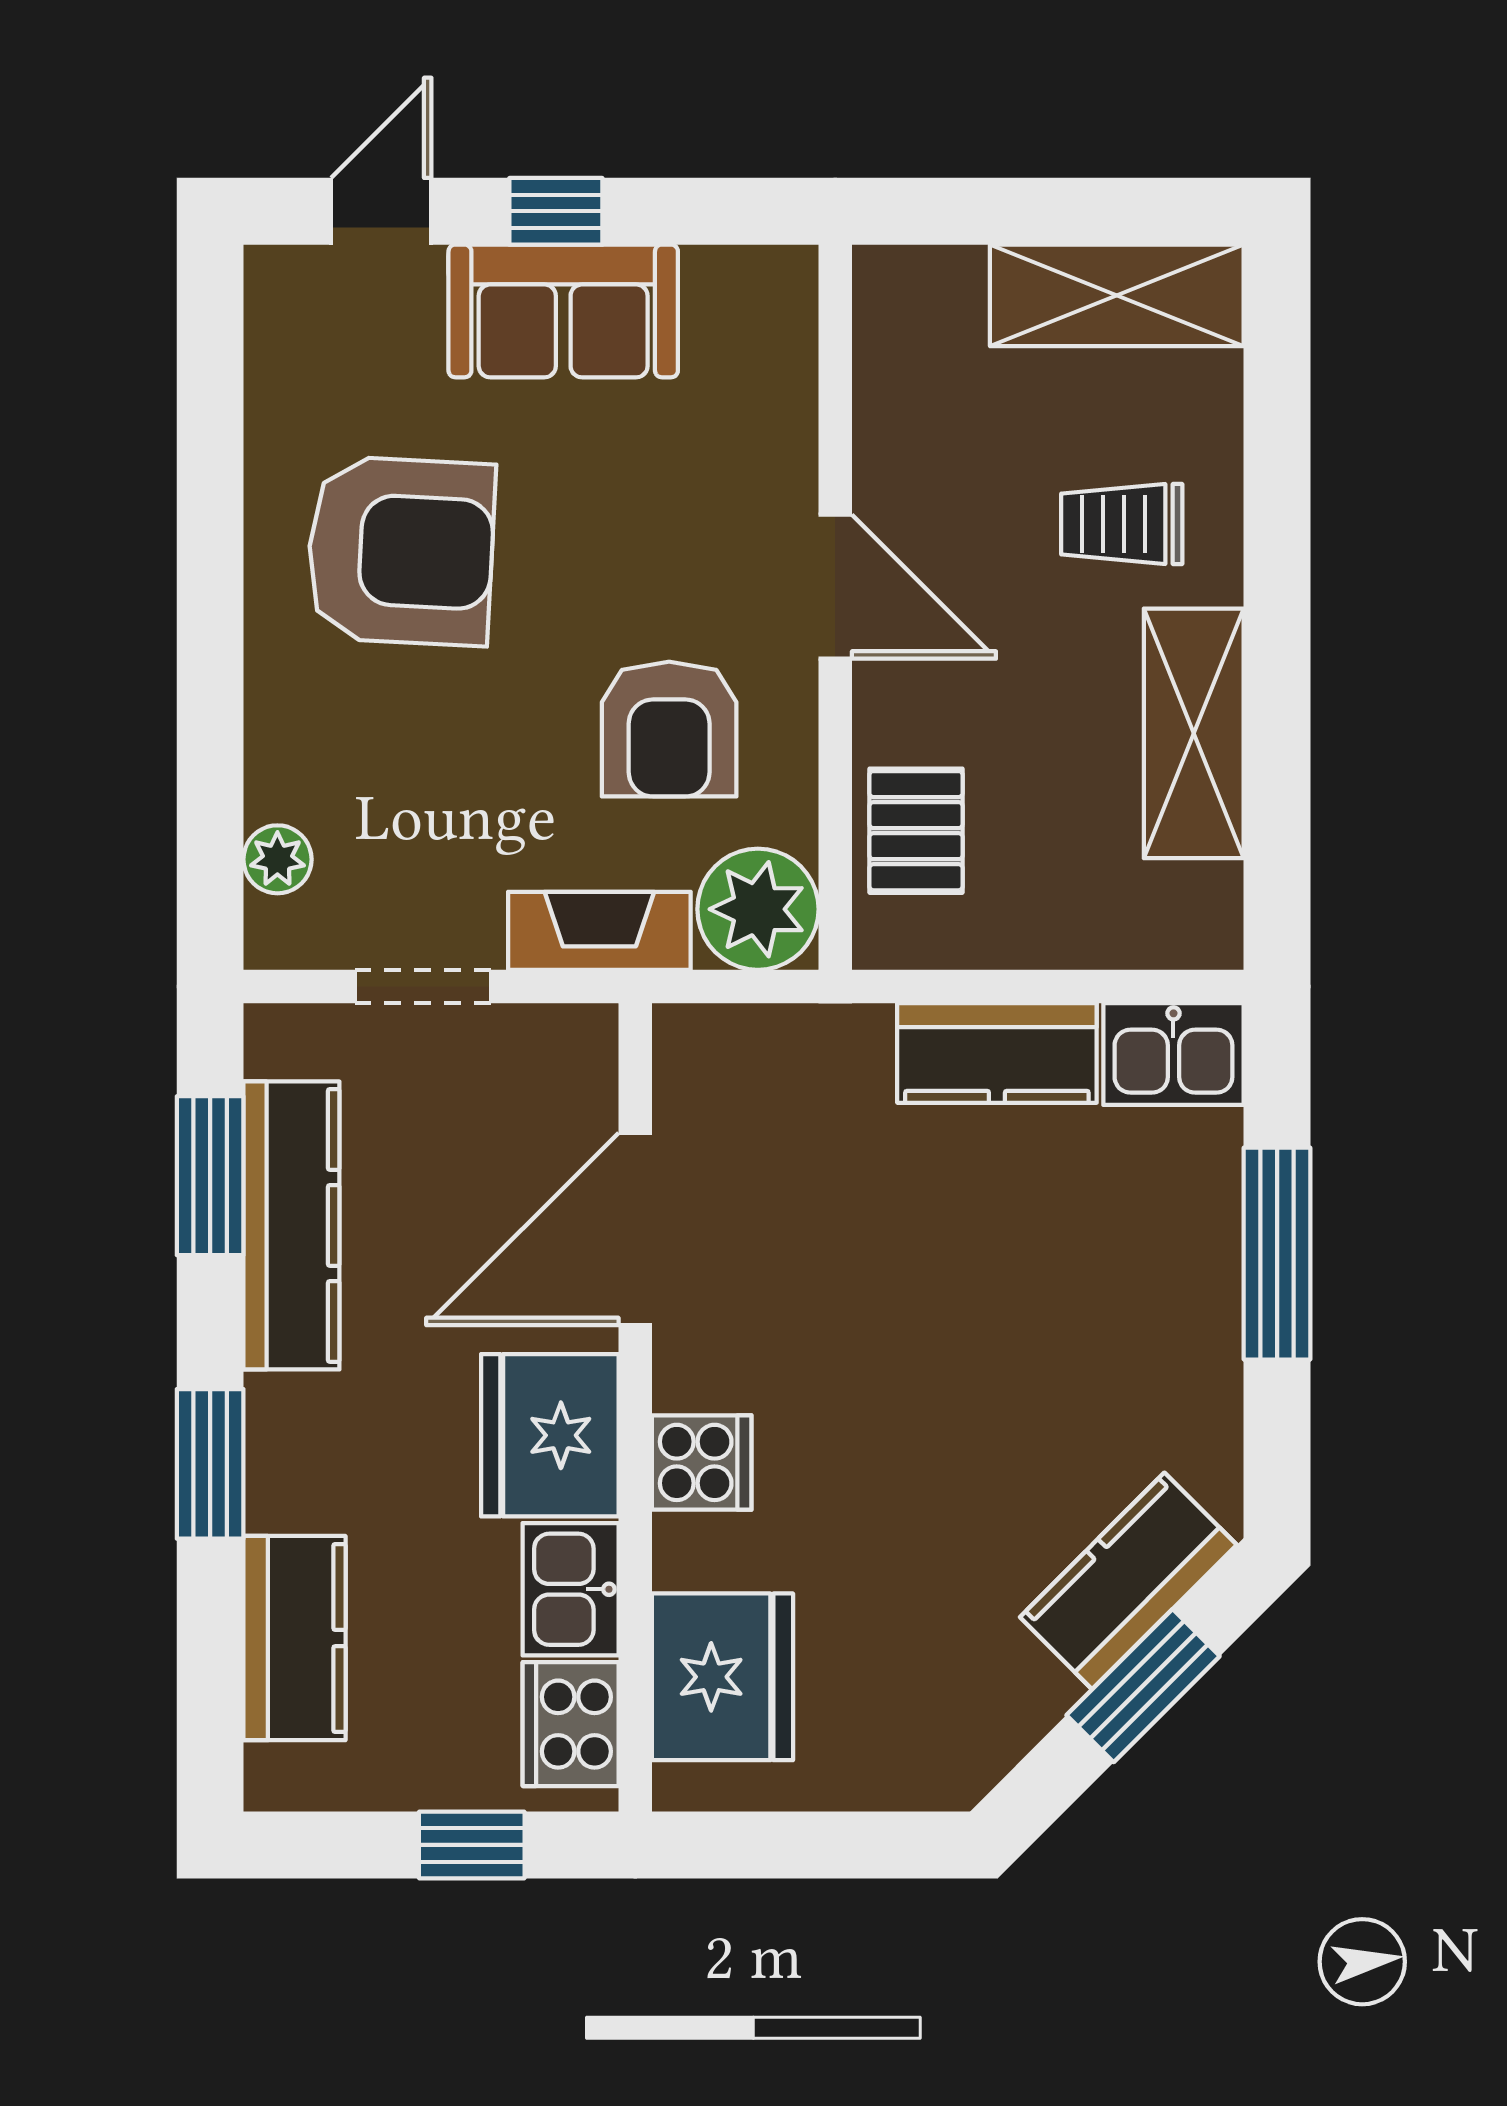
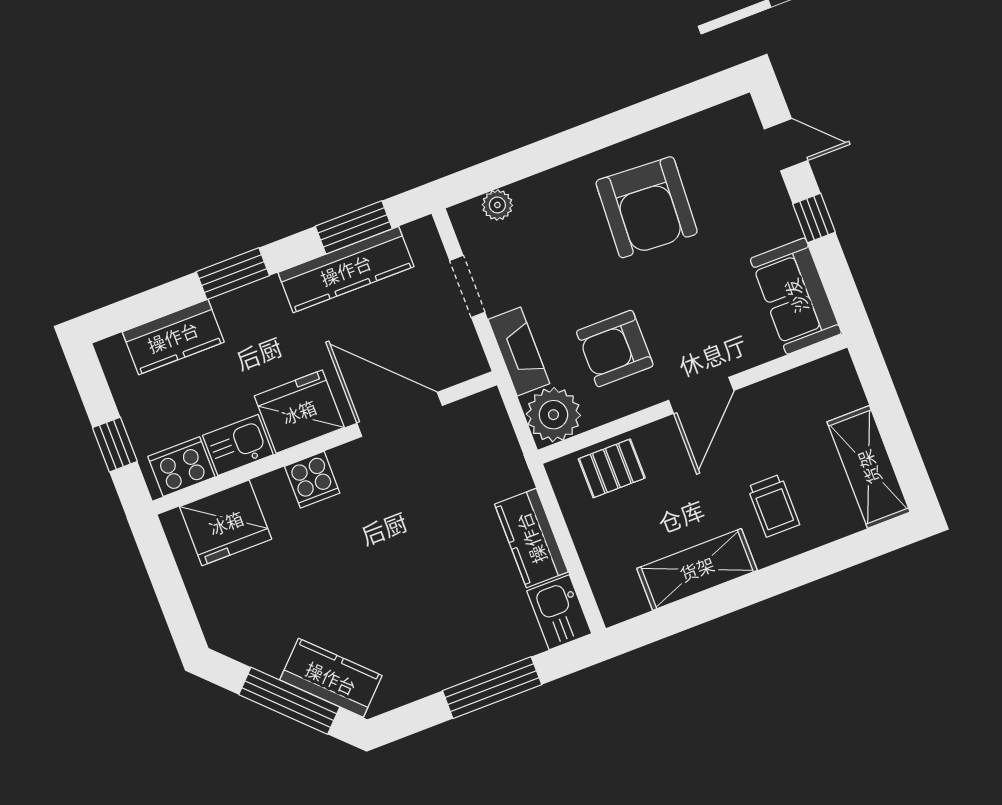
sofa: (563, 311) -> (796, 296), moved
trolley: (1122, 524) -> (773, 506), turned 180
window: (1143, 1686) -> (289, 701), width x1.44

